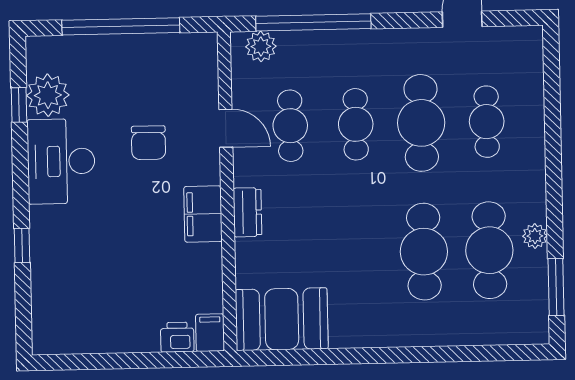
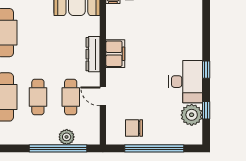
plant: (261, 46) -> (67, 137), moved
chair: (149, 143) -> (134, 128), moved, turned -90
dresser: (247, 212) -> (93, 54), width x1.44
window: (22, 245) -> (206, 70), moved

